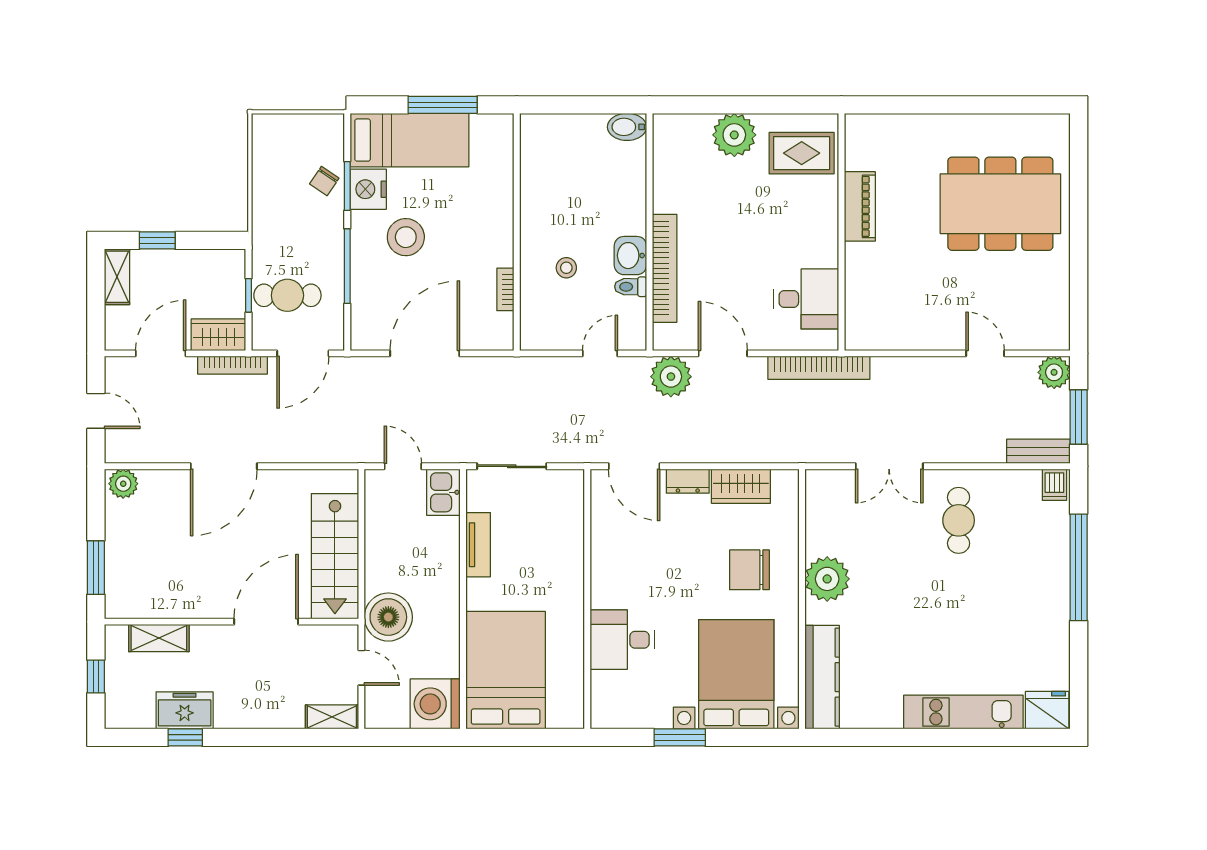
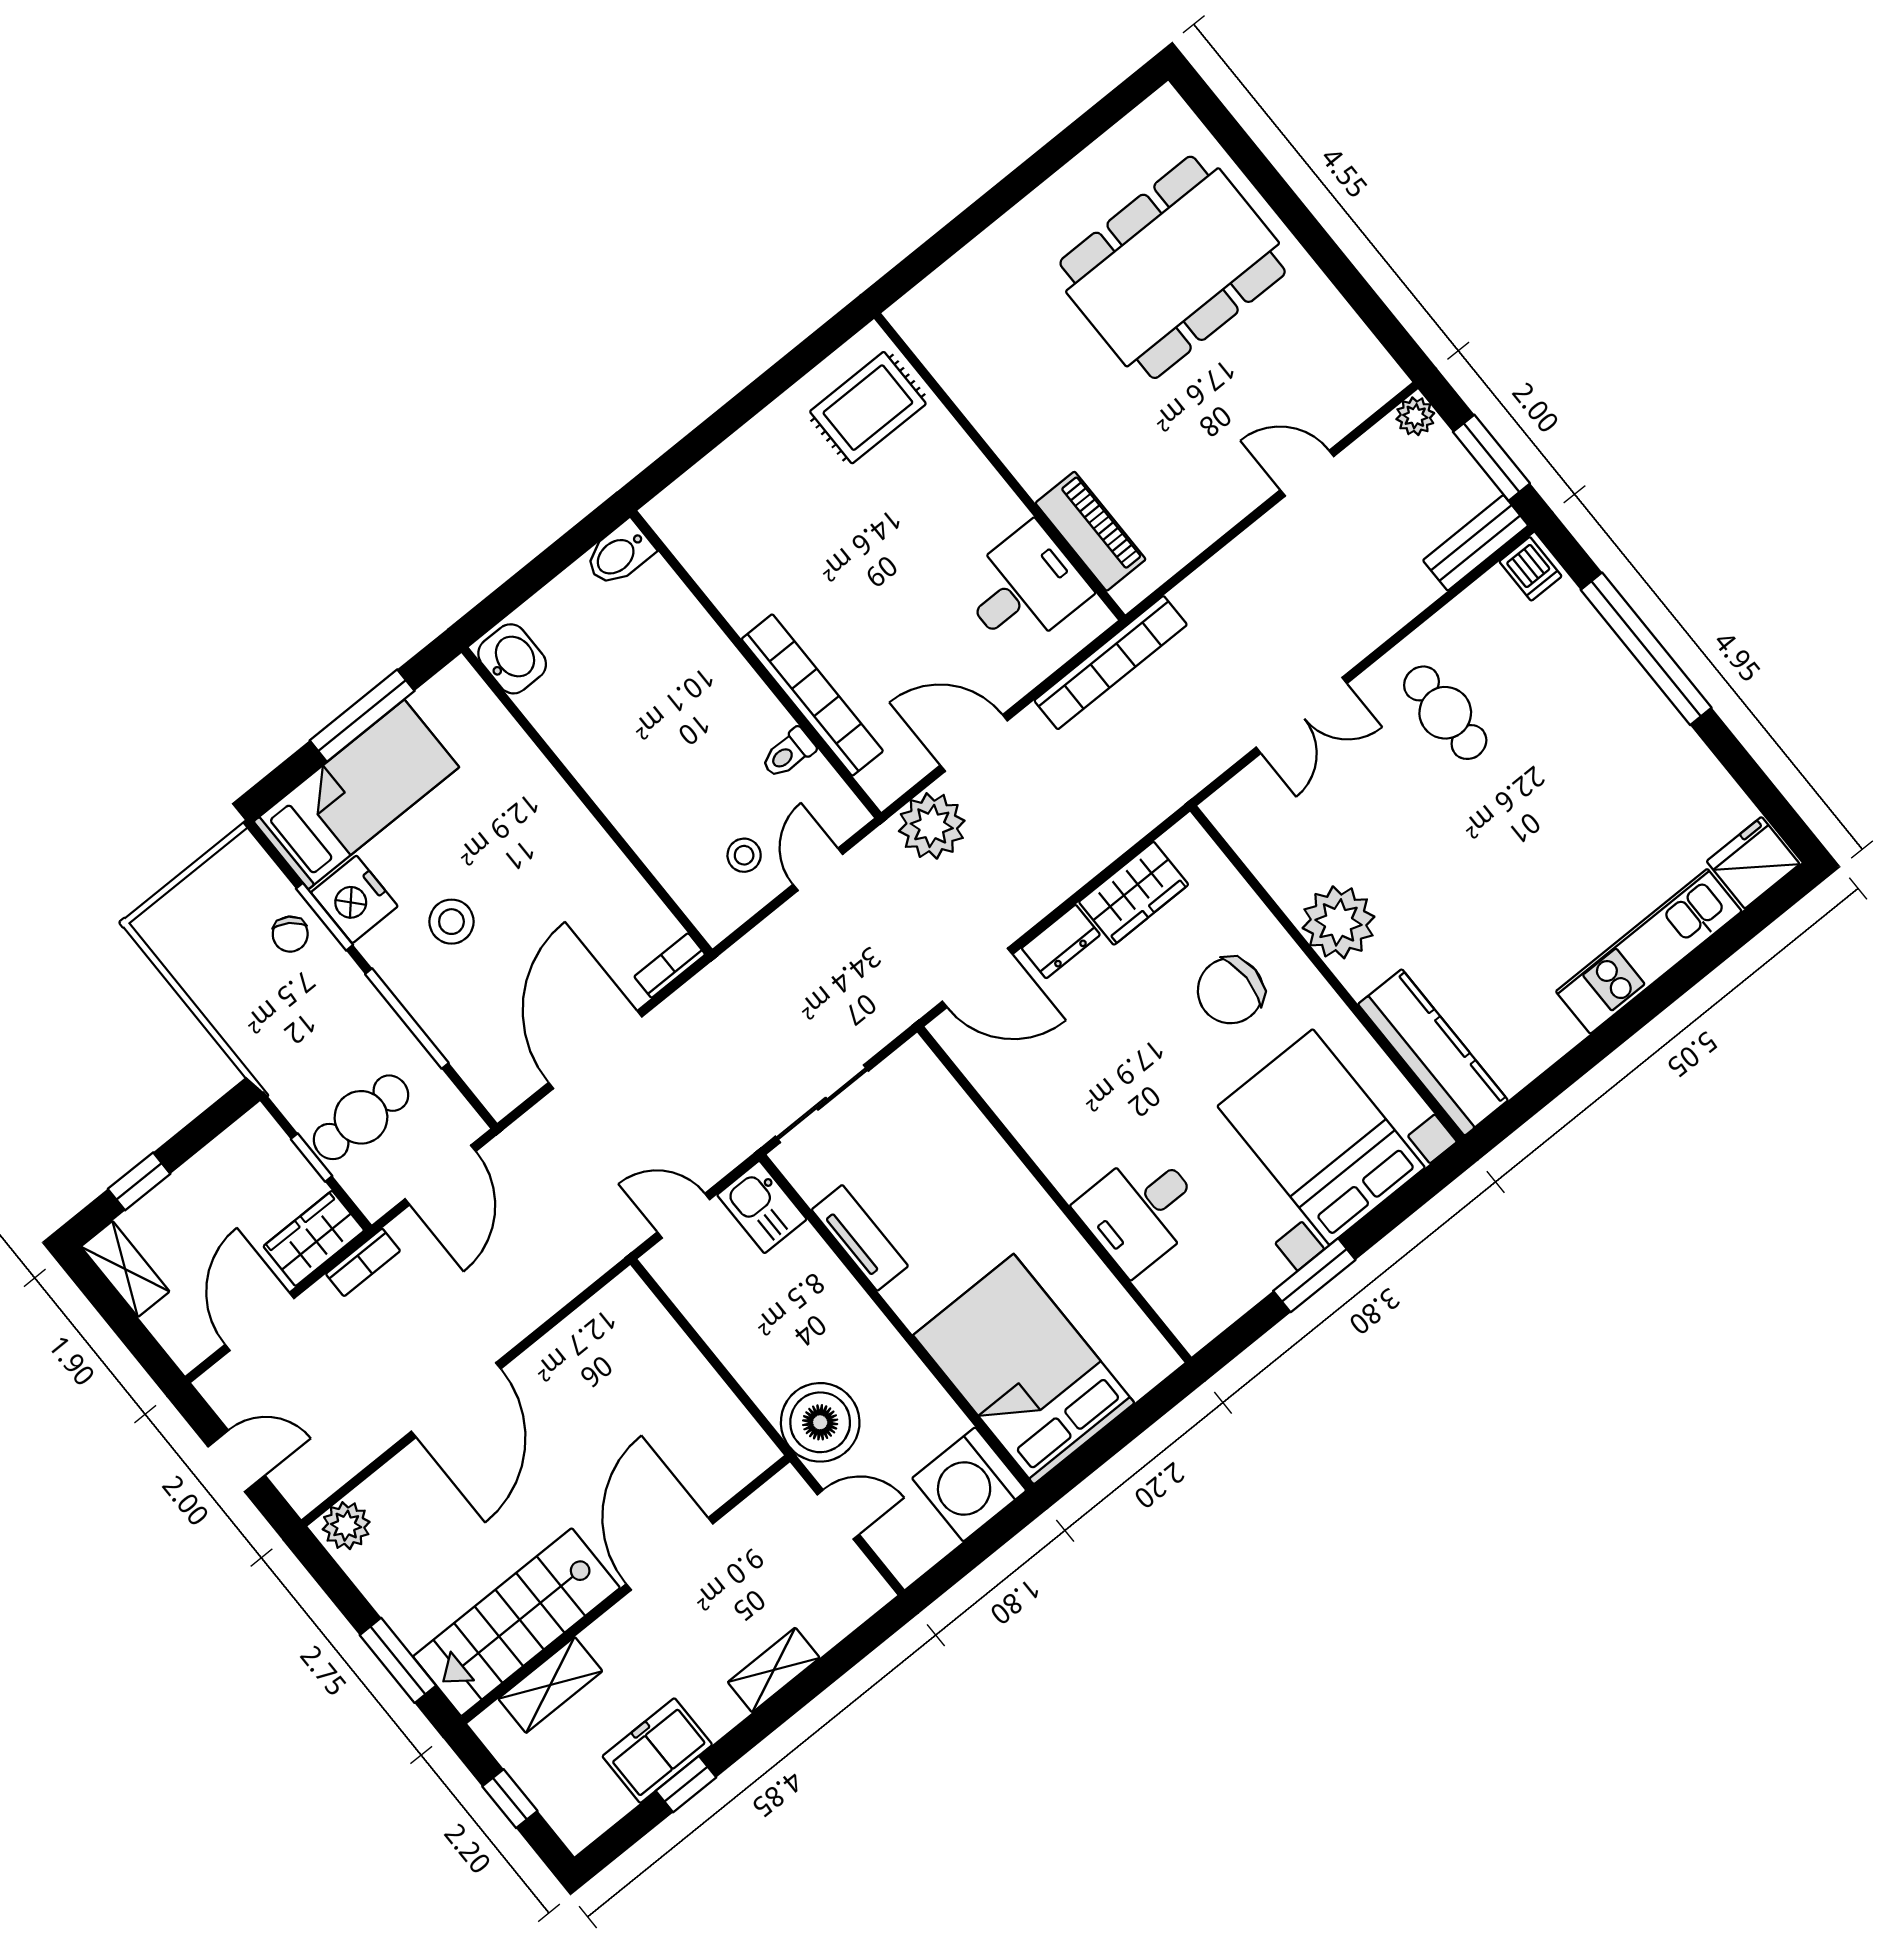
plant: (734, 135) -> (764, 454), removed
piano: (860, 206) -> (1091, 531), moved
stool: (406, 237) -> (451, 922), width x0.73, depth x0.73
washbasin: (630, 256) -> (512, 659), moved, turned 180
stool: (566, 268) -> (744, 855), moved
bookcase: (505, 289) -> (670, 966), moved, turned 90
bookcase: (233, 365) -> (363, 1262), width x0.64
plant: (1054, 372) -> (1415, 416), width x0.73, depth x0.73
stairs: (335, 556) -> (516, 1622), moved, turned 90
shelving: (332, 717) -> (774, 1670), moved

